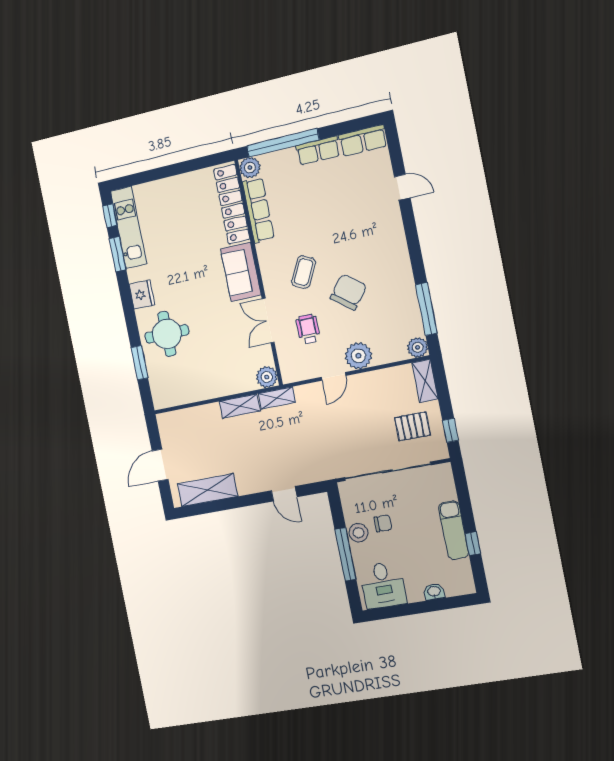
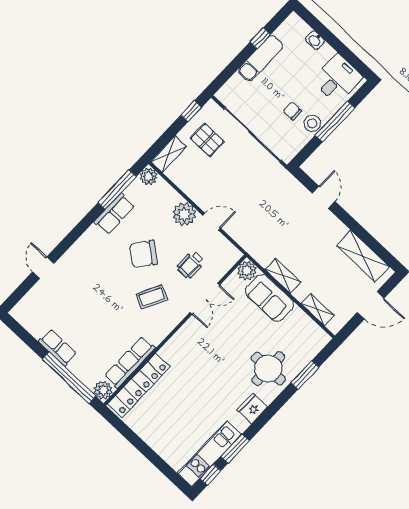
row of seats: (363, 140) -> (114, 214), moved, turned 90
sofa: (241, 272) -> (269, 298), moved, turned 90
shelving: (277, 398) -> (317, 309), moved

